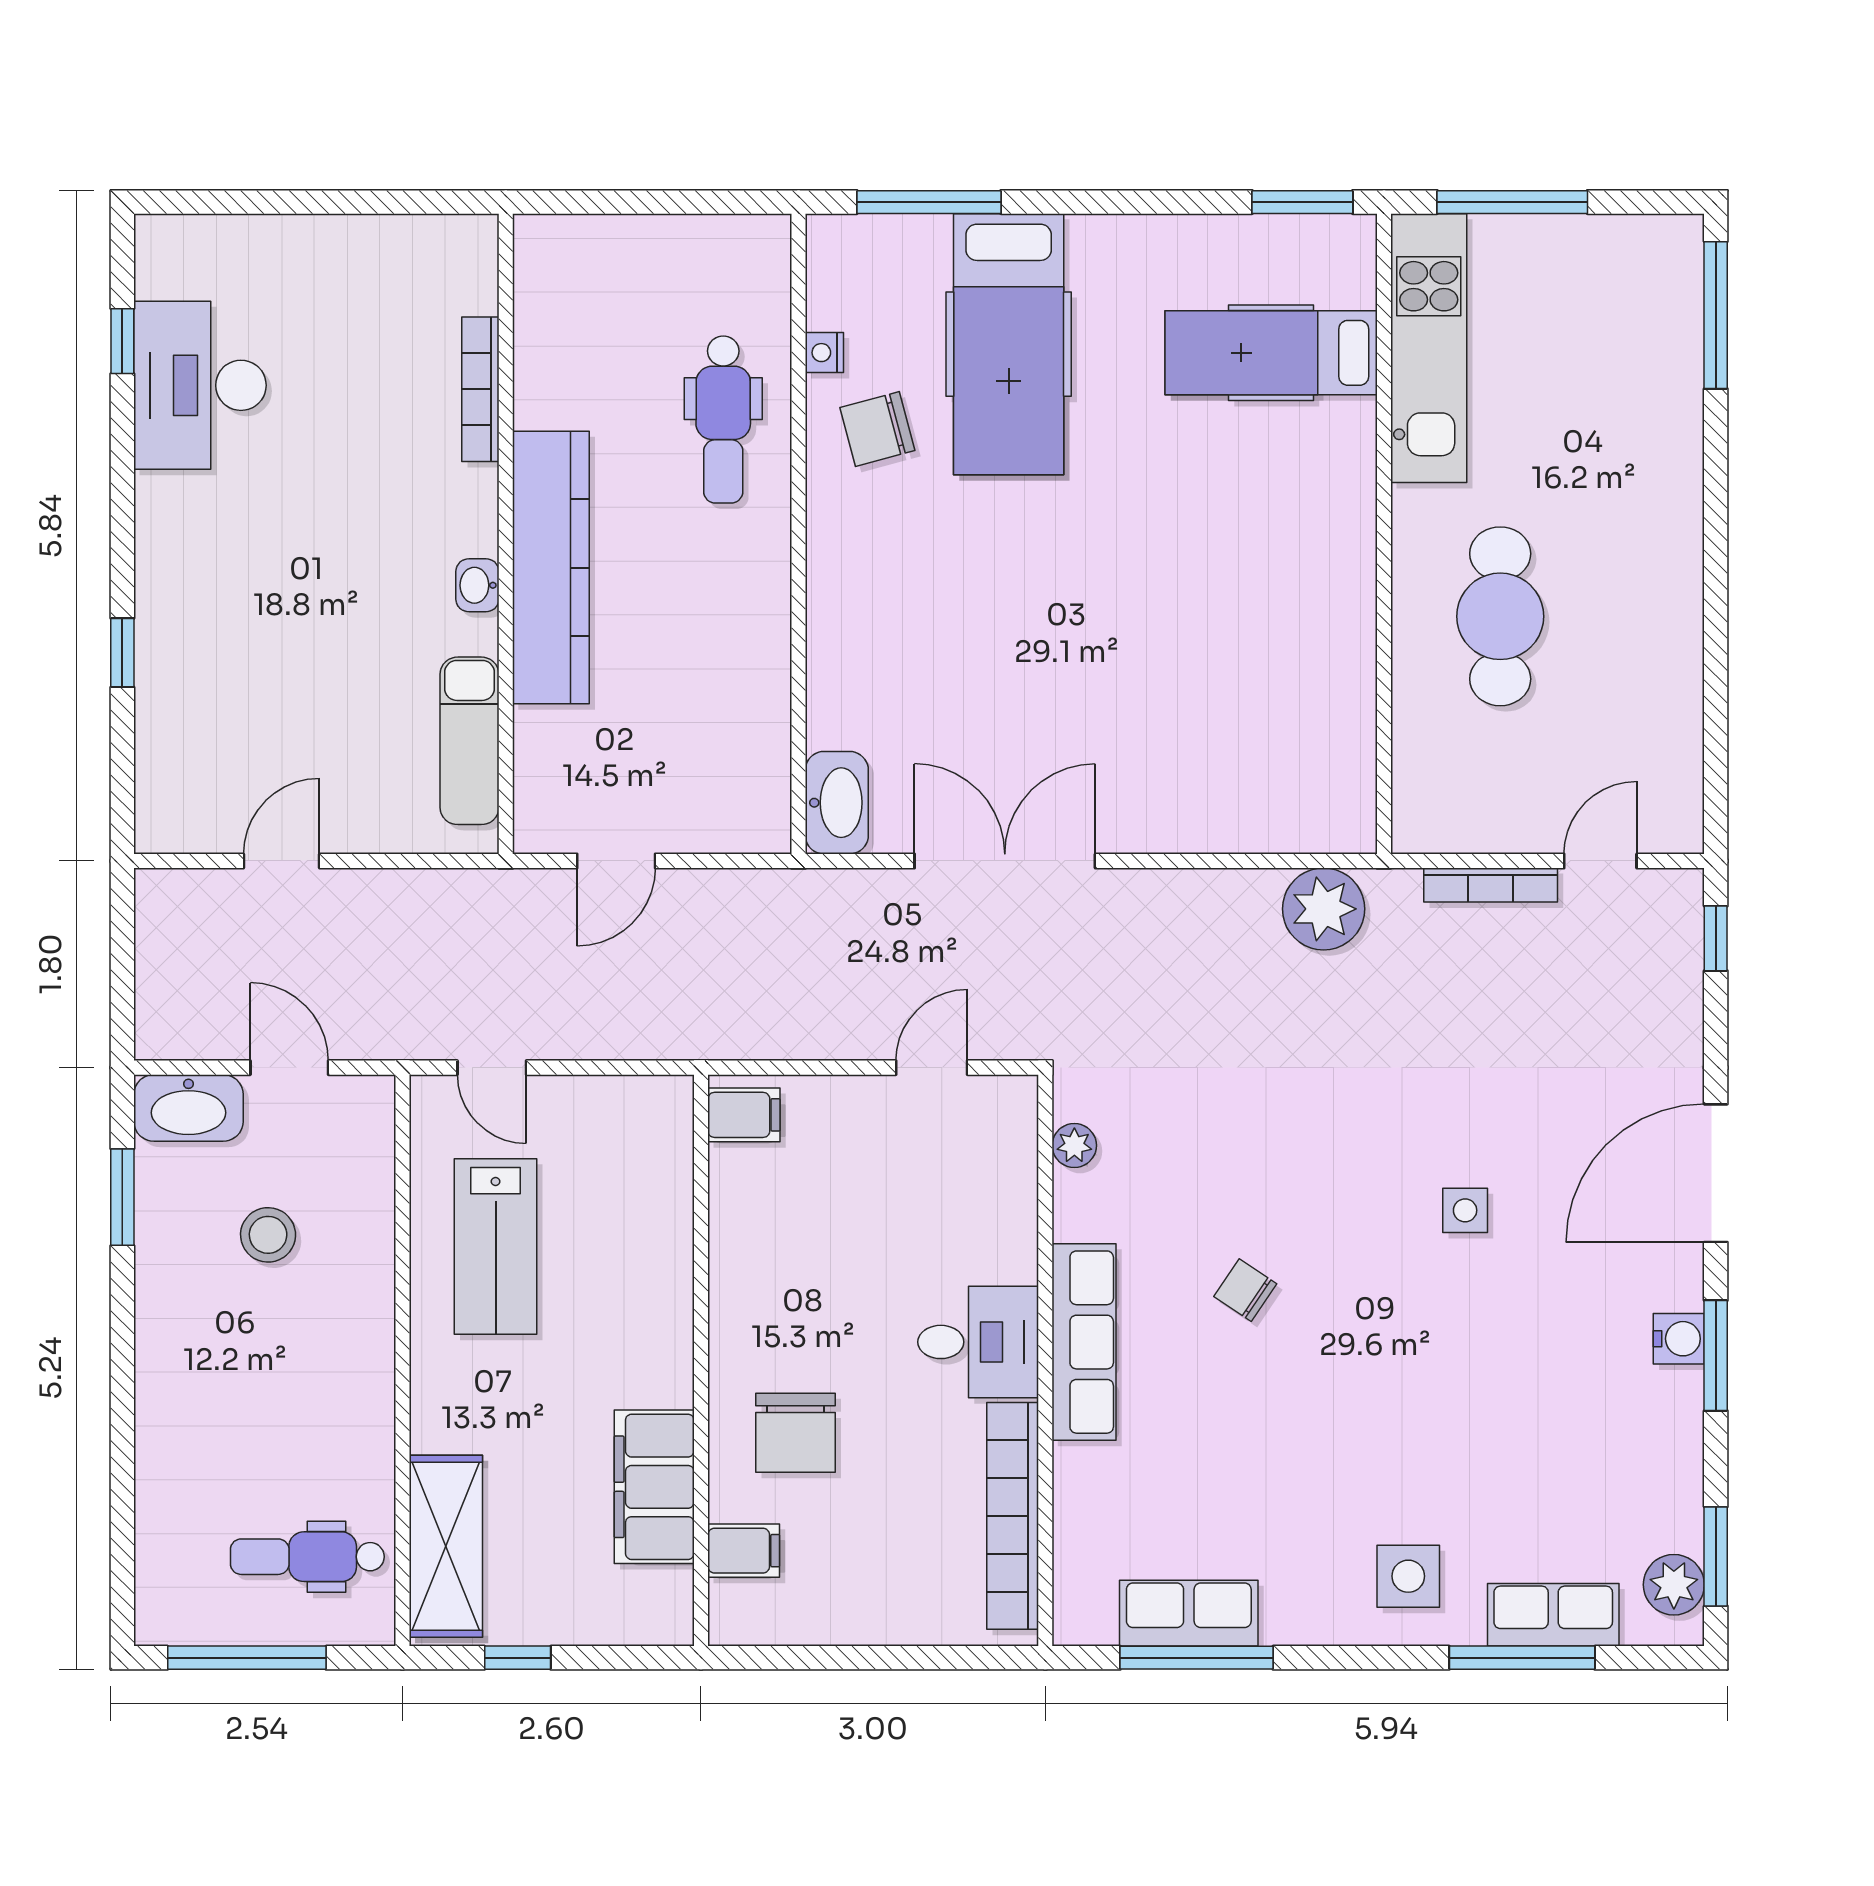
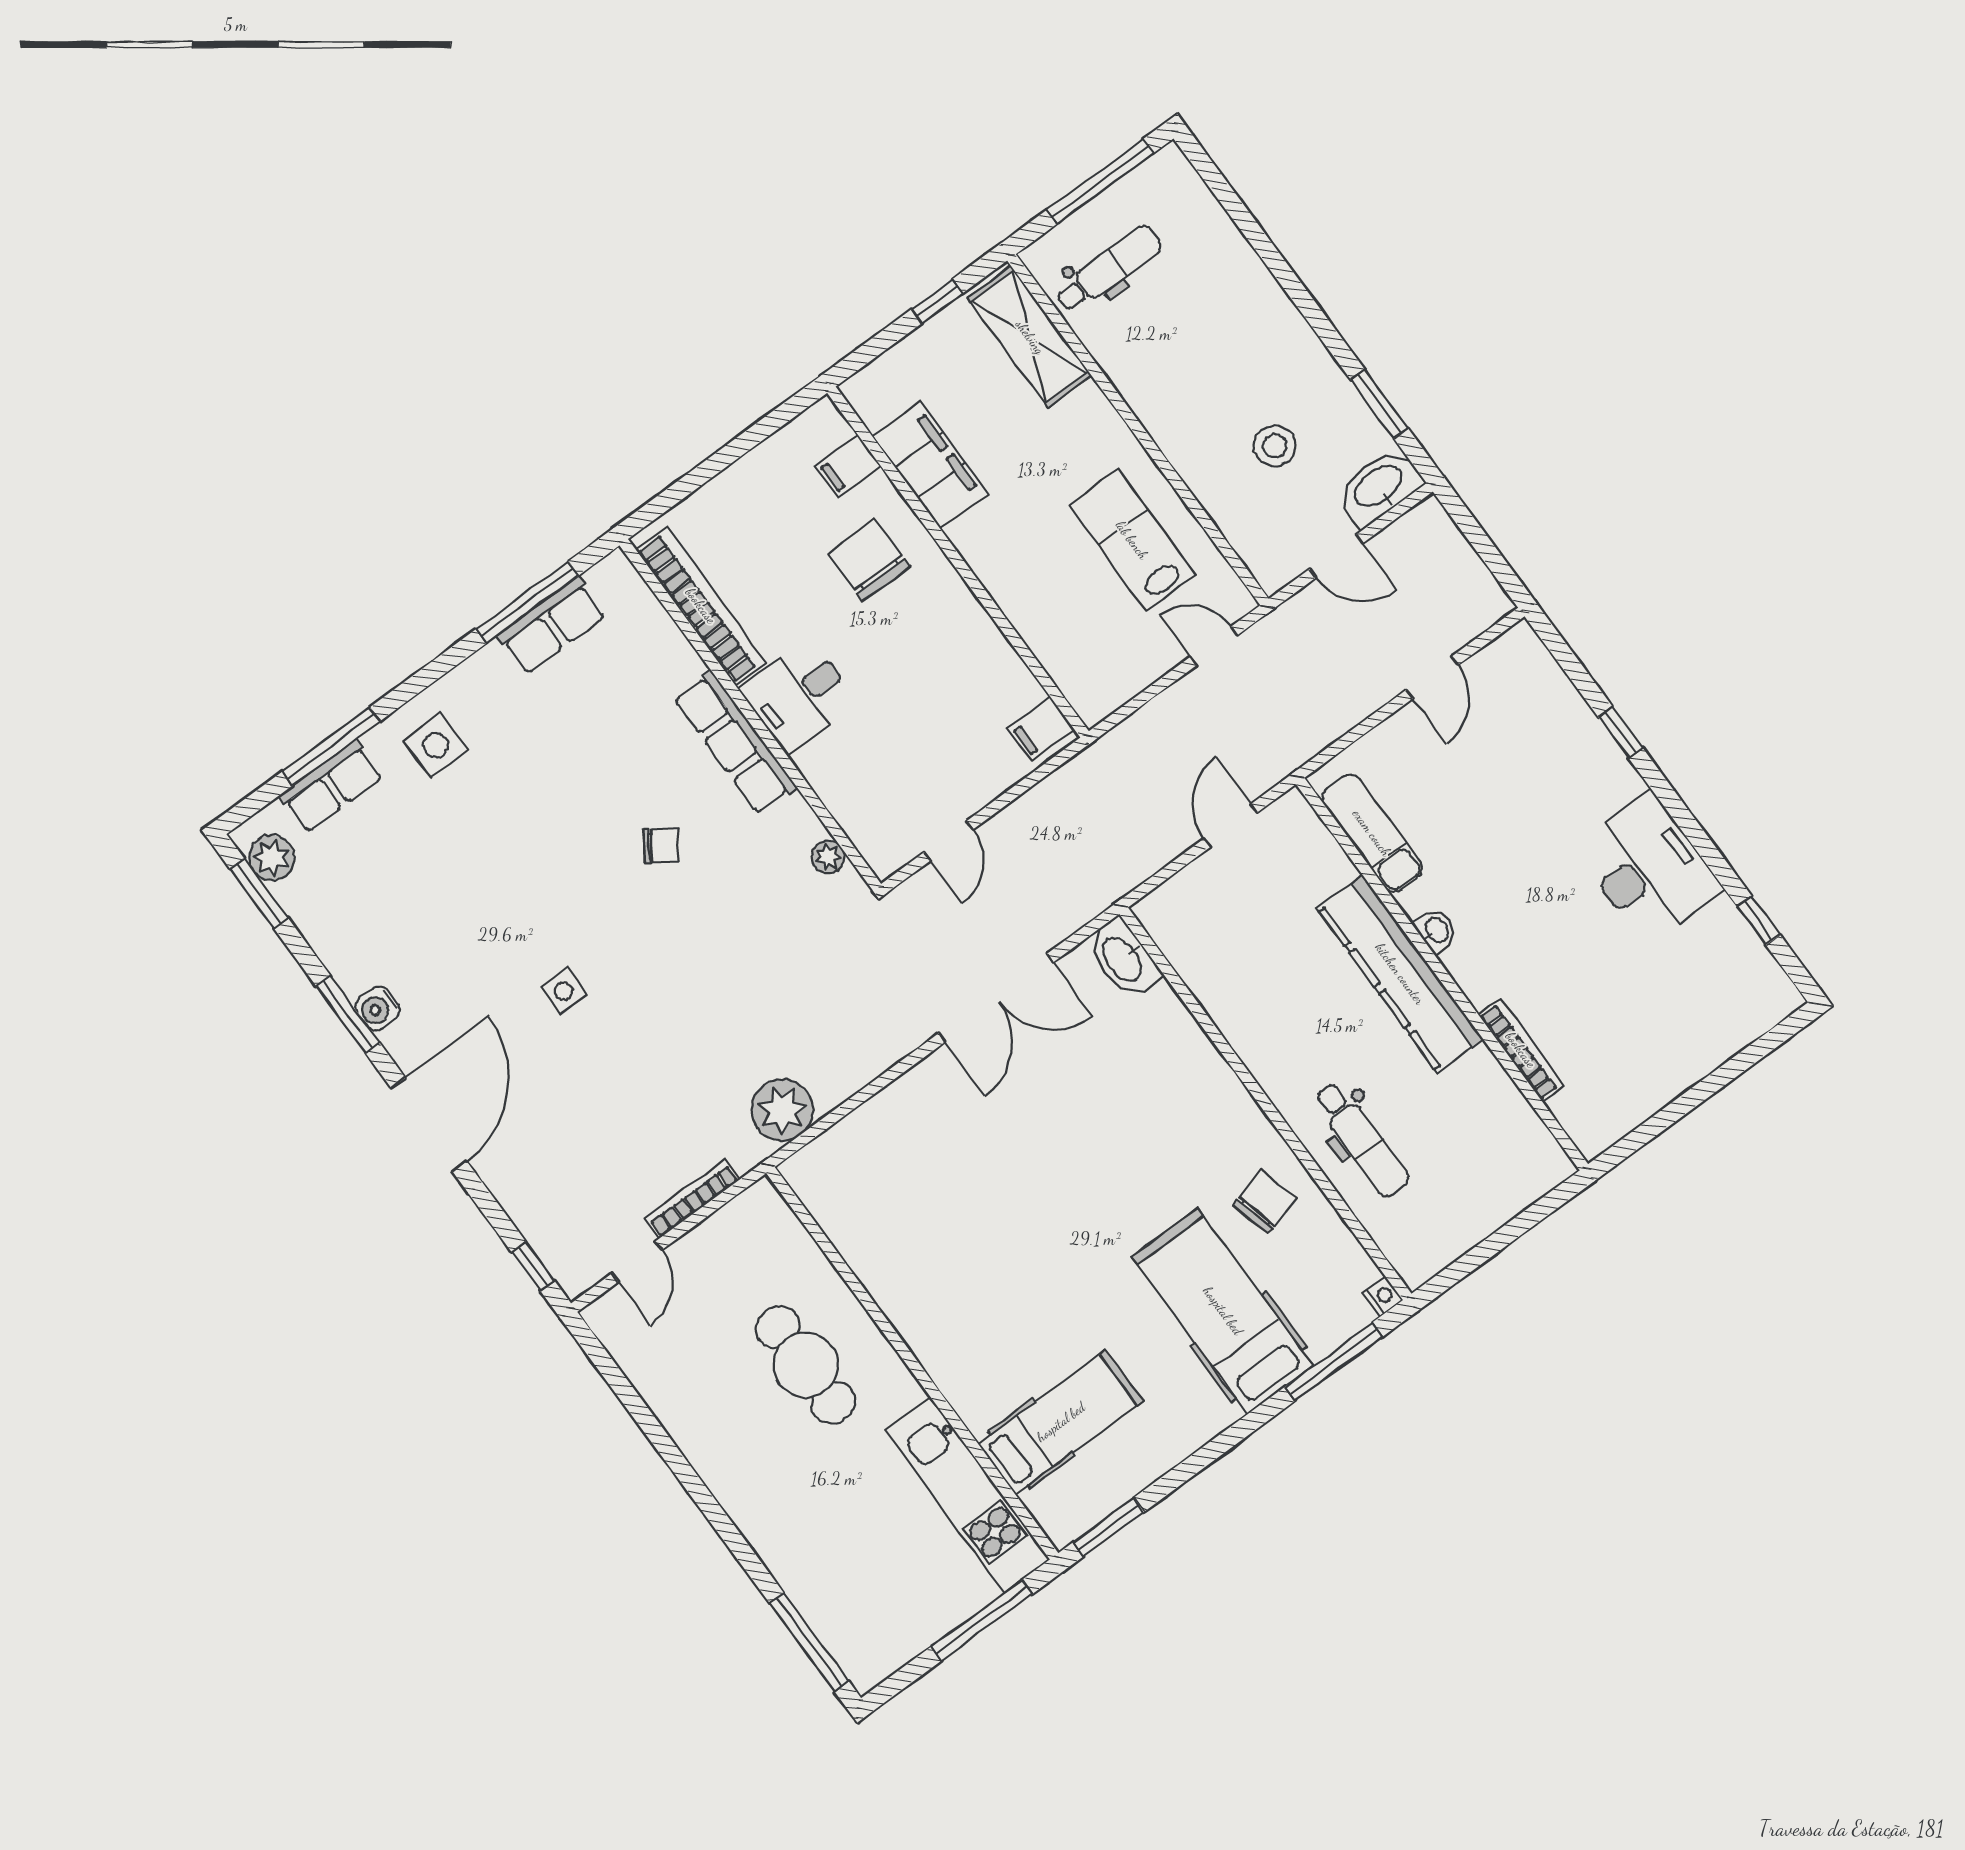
nightstand: (824, 353) -> (1383, 1296), moved
desk: (200, 385) -> (1648, 868), moved
dental chair: (723, 420) -> (1361, 1139), turned 180

